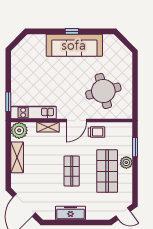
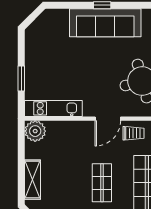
window: (8, 102) -> (21, 79), moved
shelving: (48, 127) -> (72, 127), removed
shelving: (17, 157) -> (33, 180), moved

